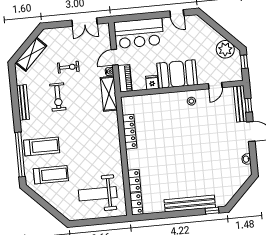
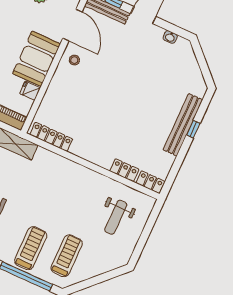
door: (215, 86) -> (72, 25), width x1.88
locker: (130, 132) -> (51, 137), moved
weight bench: (98, 194) -> (116, 217), width x0.73, depth x0.75
window: (212, 211) -> (193, 129), moved

